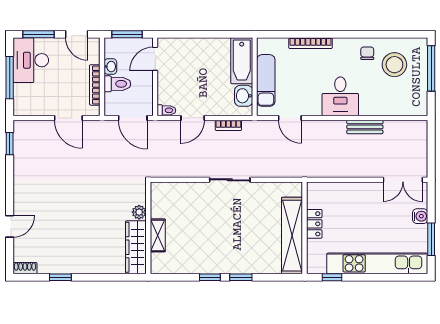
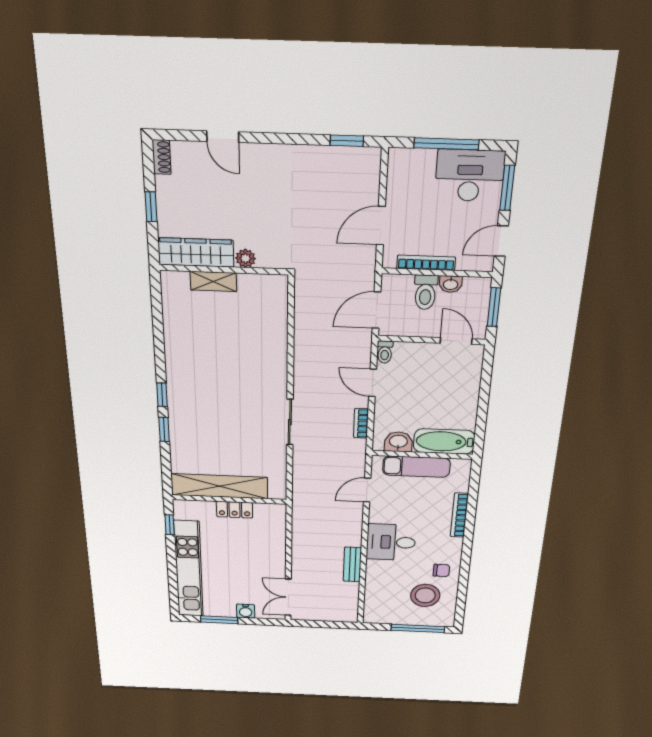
plant: (139, 212) -> (246, 258), moved
wall: (148, 228) -> (224, 270), moved
shelving: (158, 235) -> (213, 281), moved
wardrobe: (136, 247) -> (196, 252), moved

